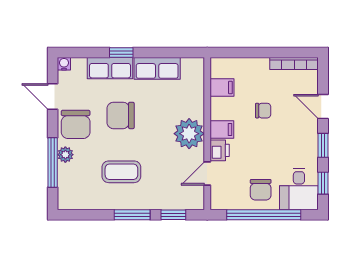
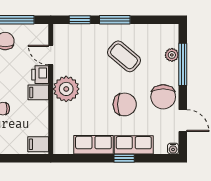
filing cabinet: (222, 87) -> (38, 144), moved
chair: (76, 124) -> (163, 97), turned 180
plant: (65, 155) -> (172, 55), moved
coffee table: (121, 172) -> (124, 56), turned 40
door: (207, 173) -> (51, 55), swing flipped

